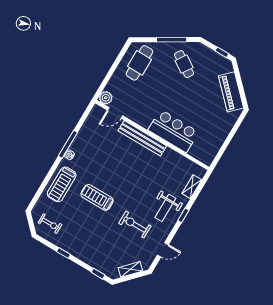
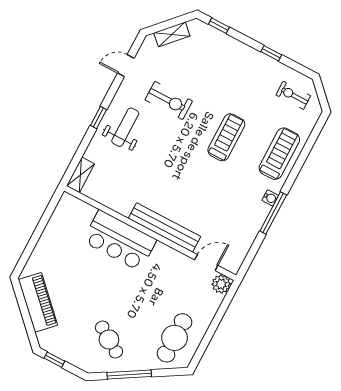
shelving: (192, 187) -> (80, 175), moved
treadmill: (97, 197) -> (226, 137), turned -90

